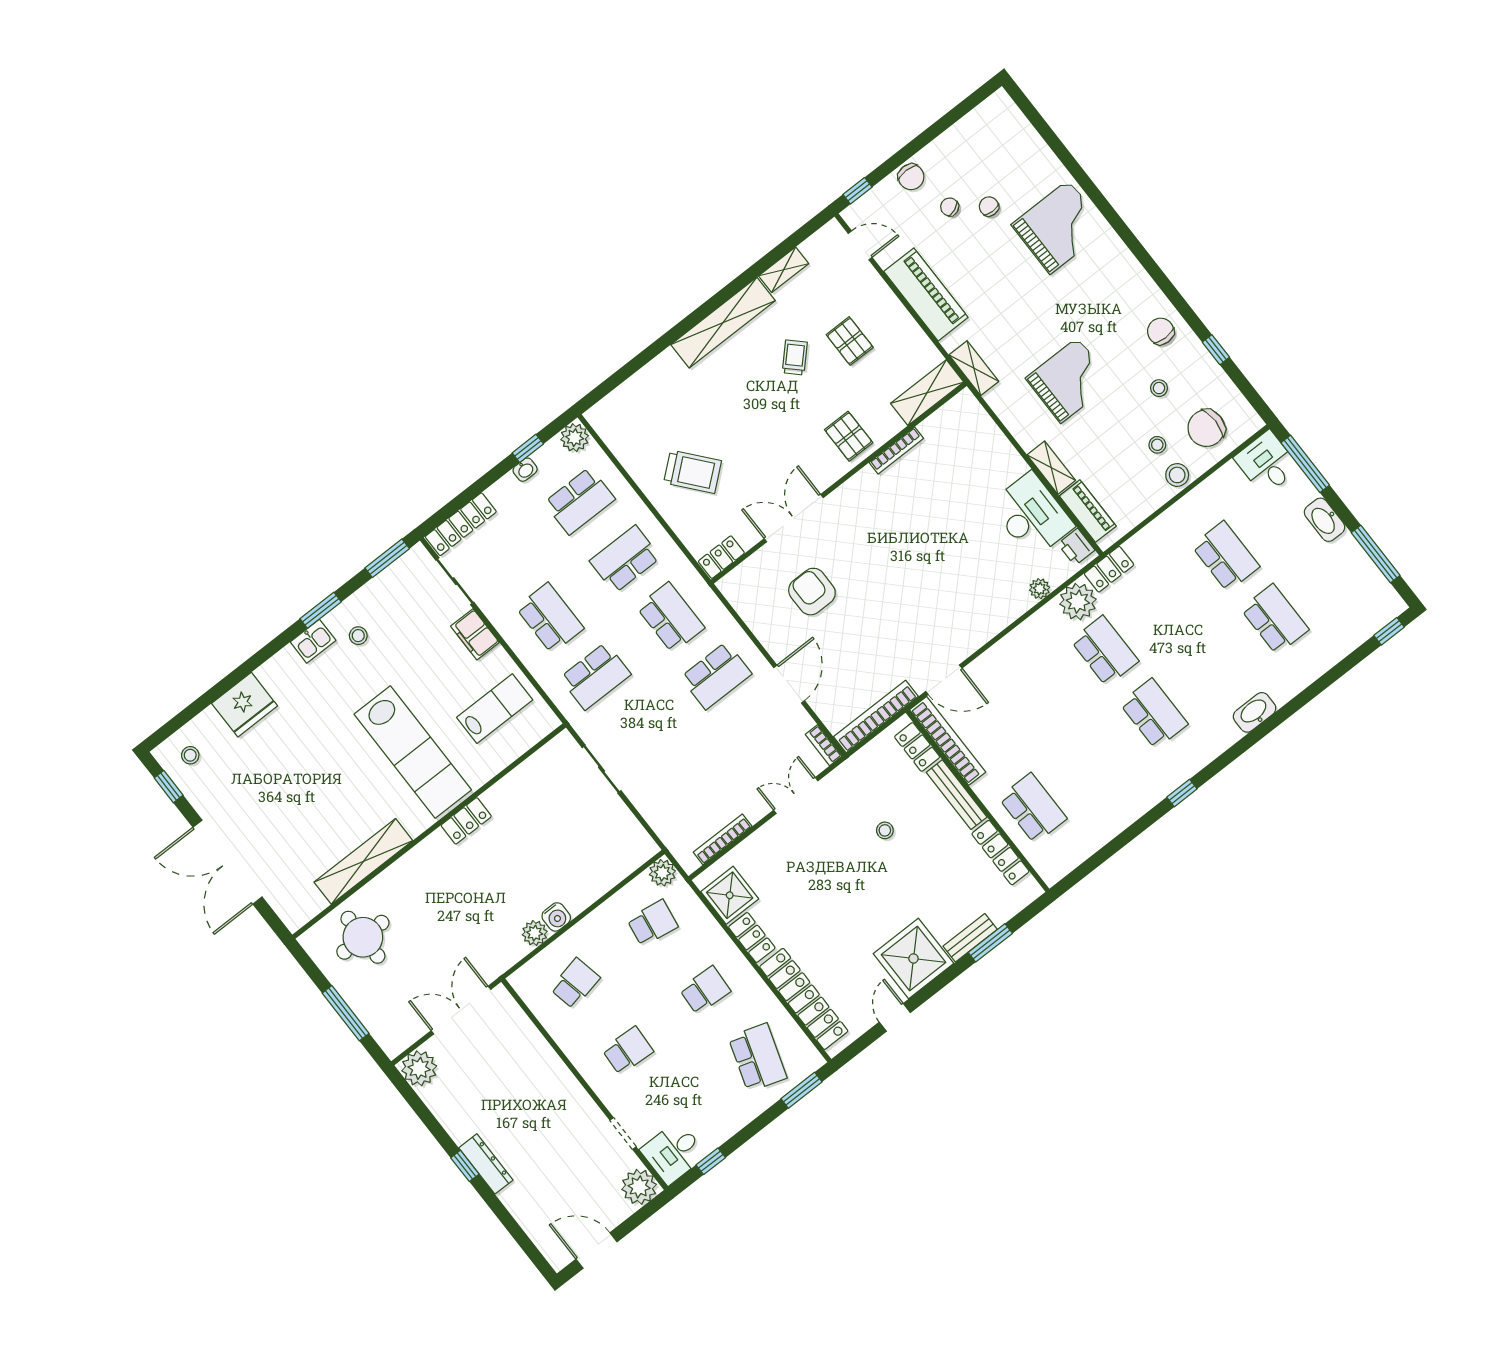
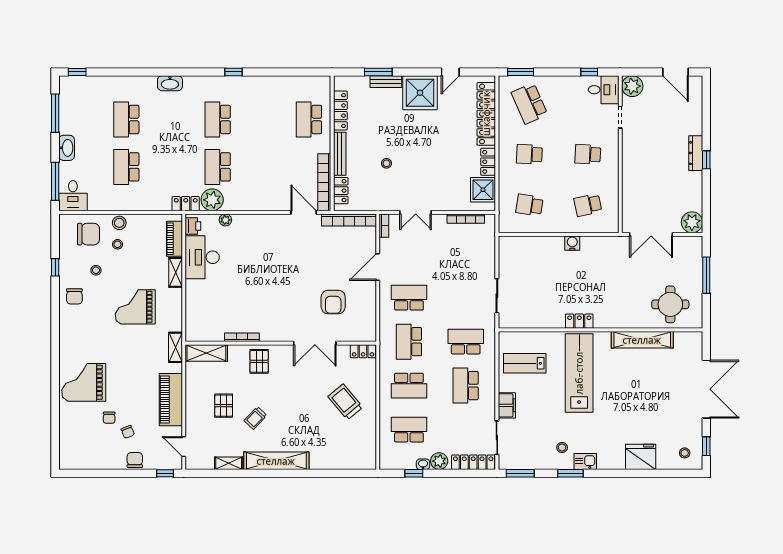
plant: (575, 438) -> (439, 461), moved
plant: (662, 873) -> (506, 225), removed
plant: (535, 933) -> (588, 243), removed
school desk: (758, 1057) -> (529, 103), turned -42

